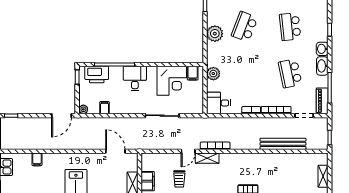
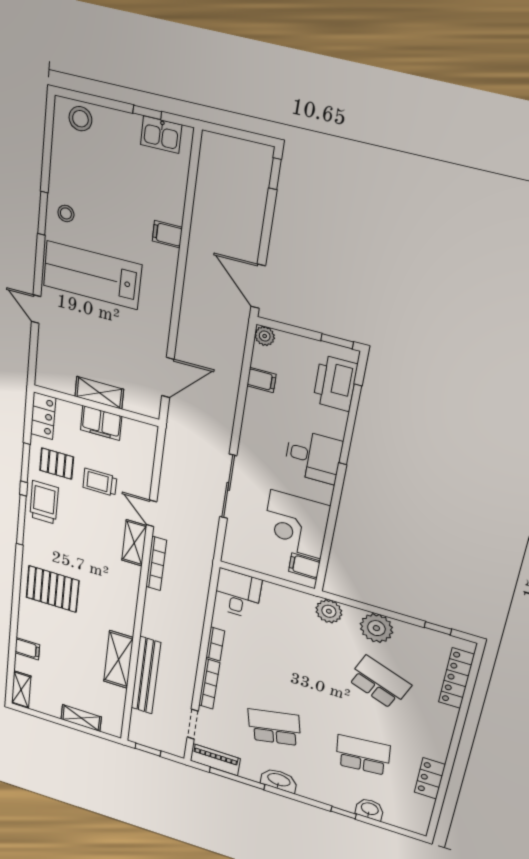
washbasin: (322, 49) -> (370, 809), moved
plant: (213, 74) -> (329, 611), moved
filing cabinet: (37, 159) -> (167, 234), moved
shelving: (278, 159) -> (118, 659), added

